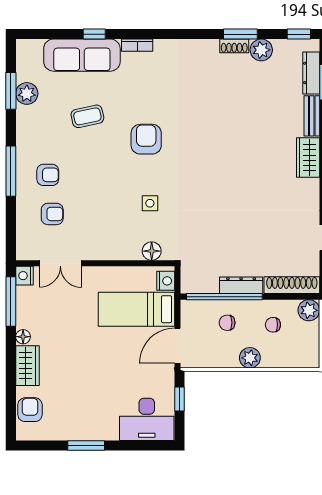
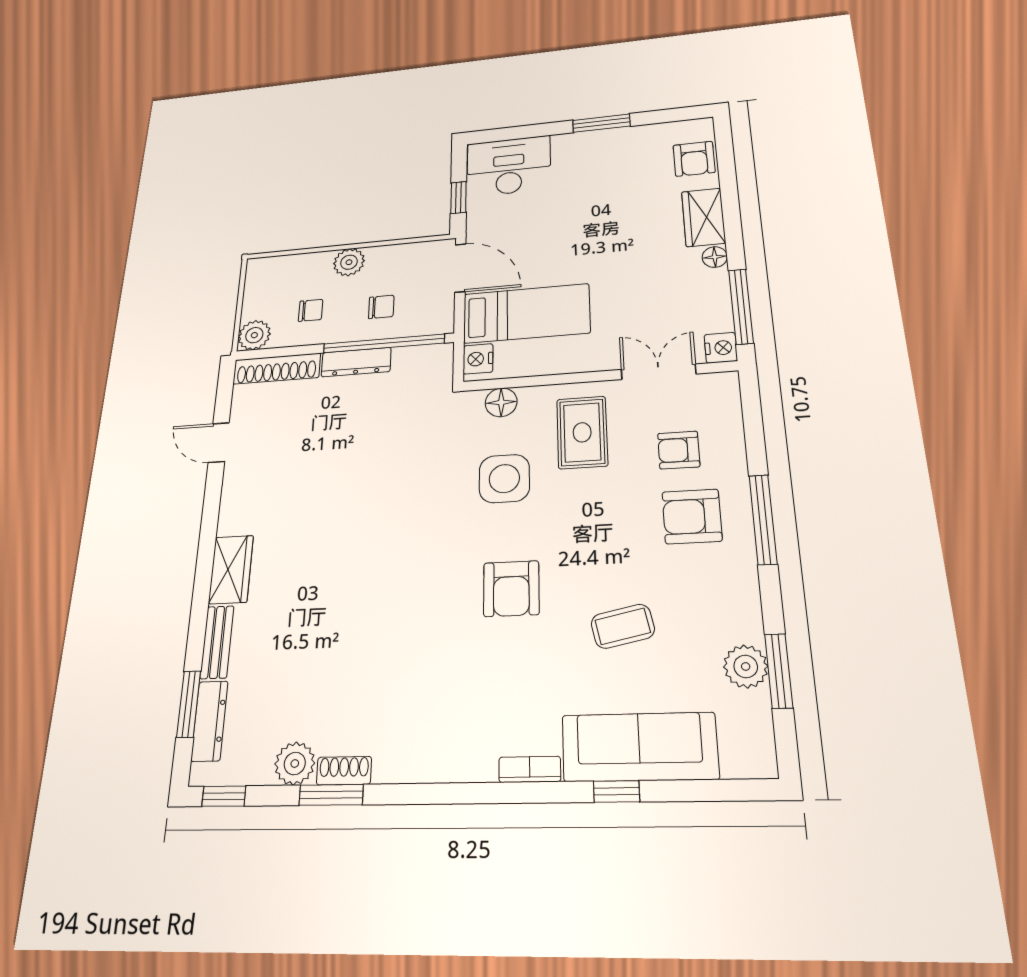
armchair: (48, 175) -> (692, 516), width x1.38, depth x1.38
side table: (150, 203) -> (504, 479), width x1.87, depth x1.87
rug: (105, 229) -> (582, 432), added
door: (177, 346) -> (460, 268), hinge flipped

